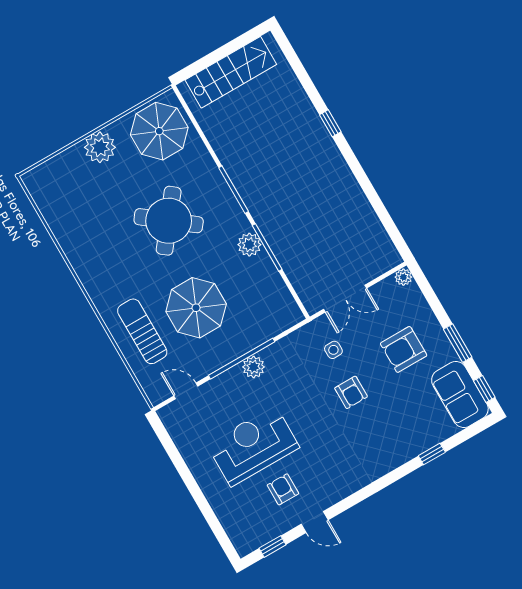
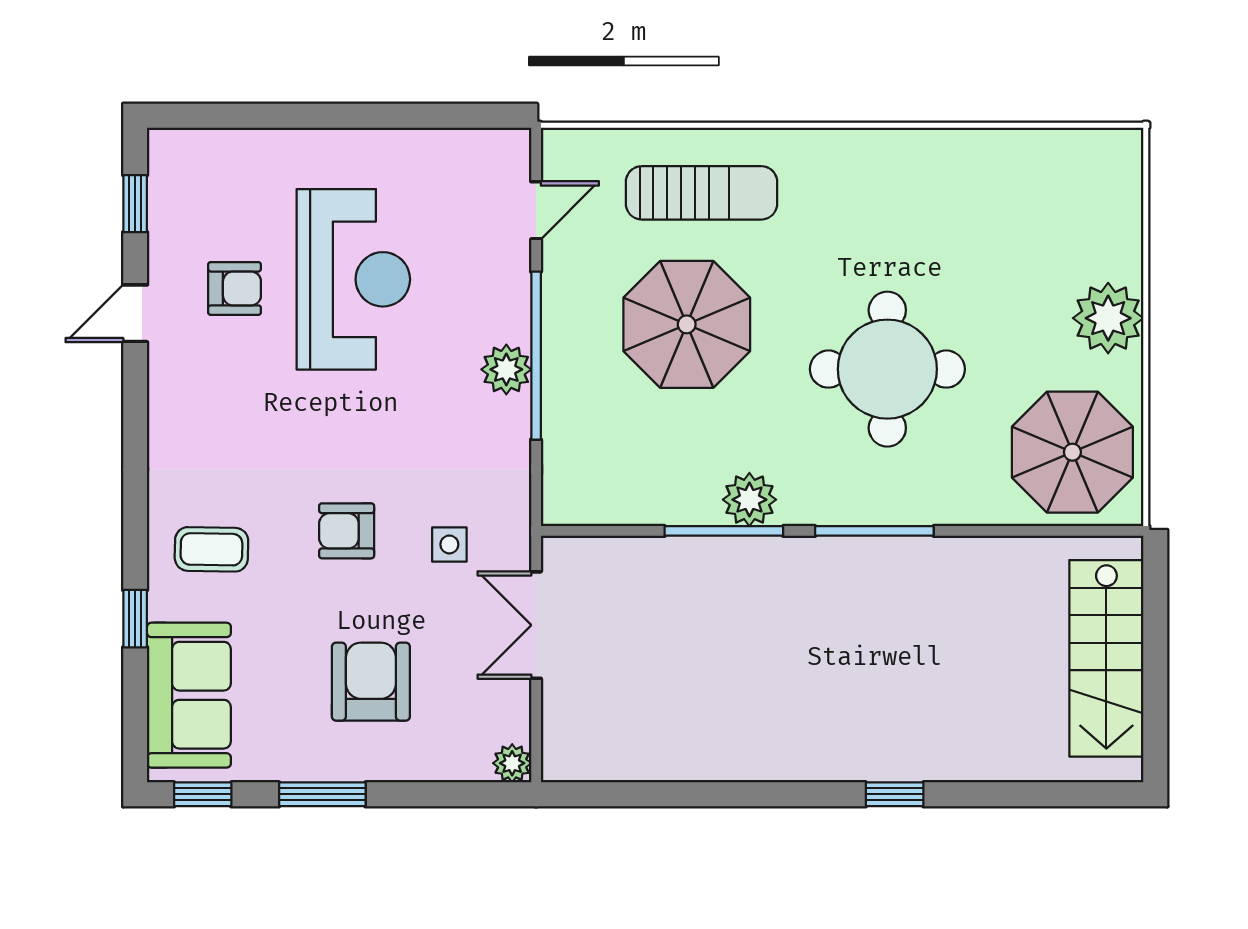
round table: (169, 221) -> (887, 369), turned -38
sofa: (460, 395) -> (189, 695), moved, turned 90
coffee table: (388, 440) -> (211, 549), added

